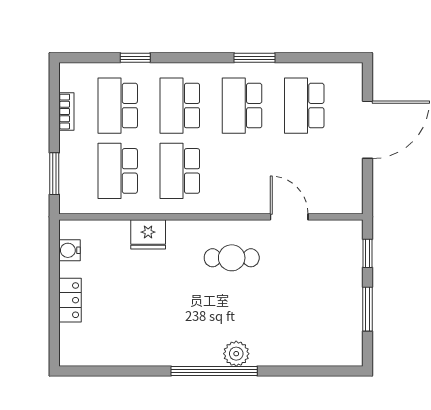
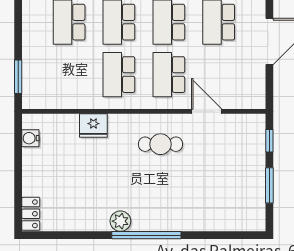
bookcase: (66, 112) -> (28, 27), removed
school desk: (118, 171) -> (169, 75), moved
locker: (70, 300) -> (31, 214), moved
plant: (236, 354) -> (120, 221), moved

